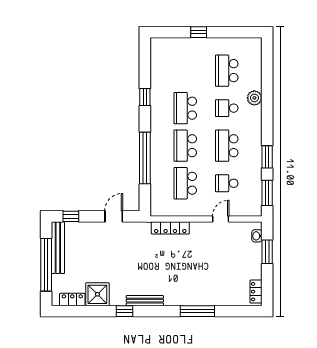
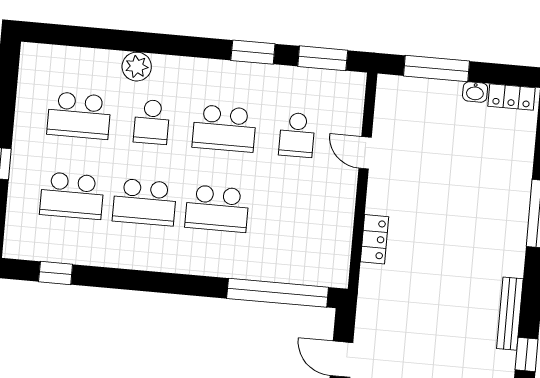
window: (145, 97) -> (56, 273), moved
window: (145, 158) -> (278, 293), moved
school desk: (185, 183) -> (72, 196), moved
locker: (170, 228) -> (375, 239), width x0.66
washbasin: (257, 236) -> (475, 92), moved
window: (267, 252) -> (436, 68), width x1.44

